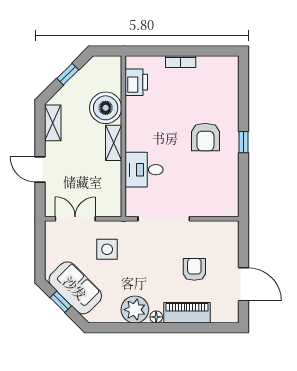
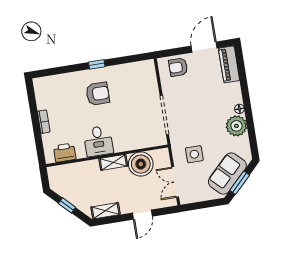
boiler: (106, 108) -> (141, 164), moved
desk: (144, 170) -> (98, 141), moved
armchair: (194, 269) -> (178, 67), moved
window: (61, 302) -> (240, 183), width x1.50
piano: (187, 313) -> (229, 64), moved

